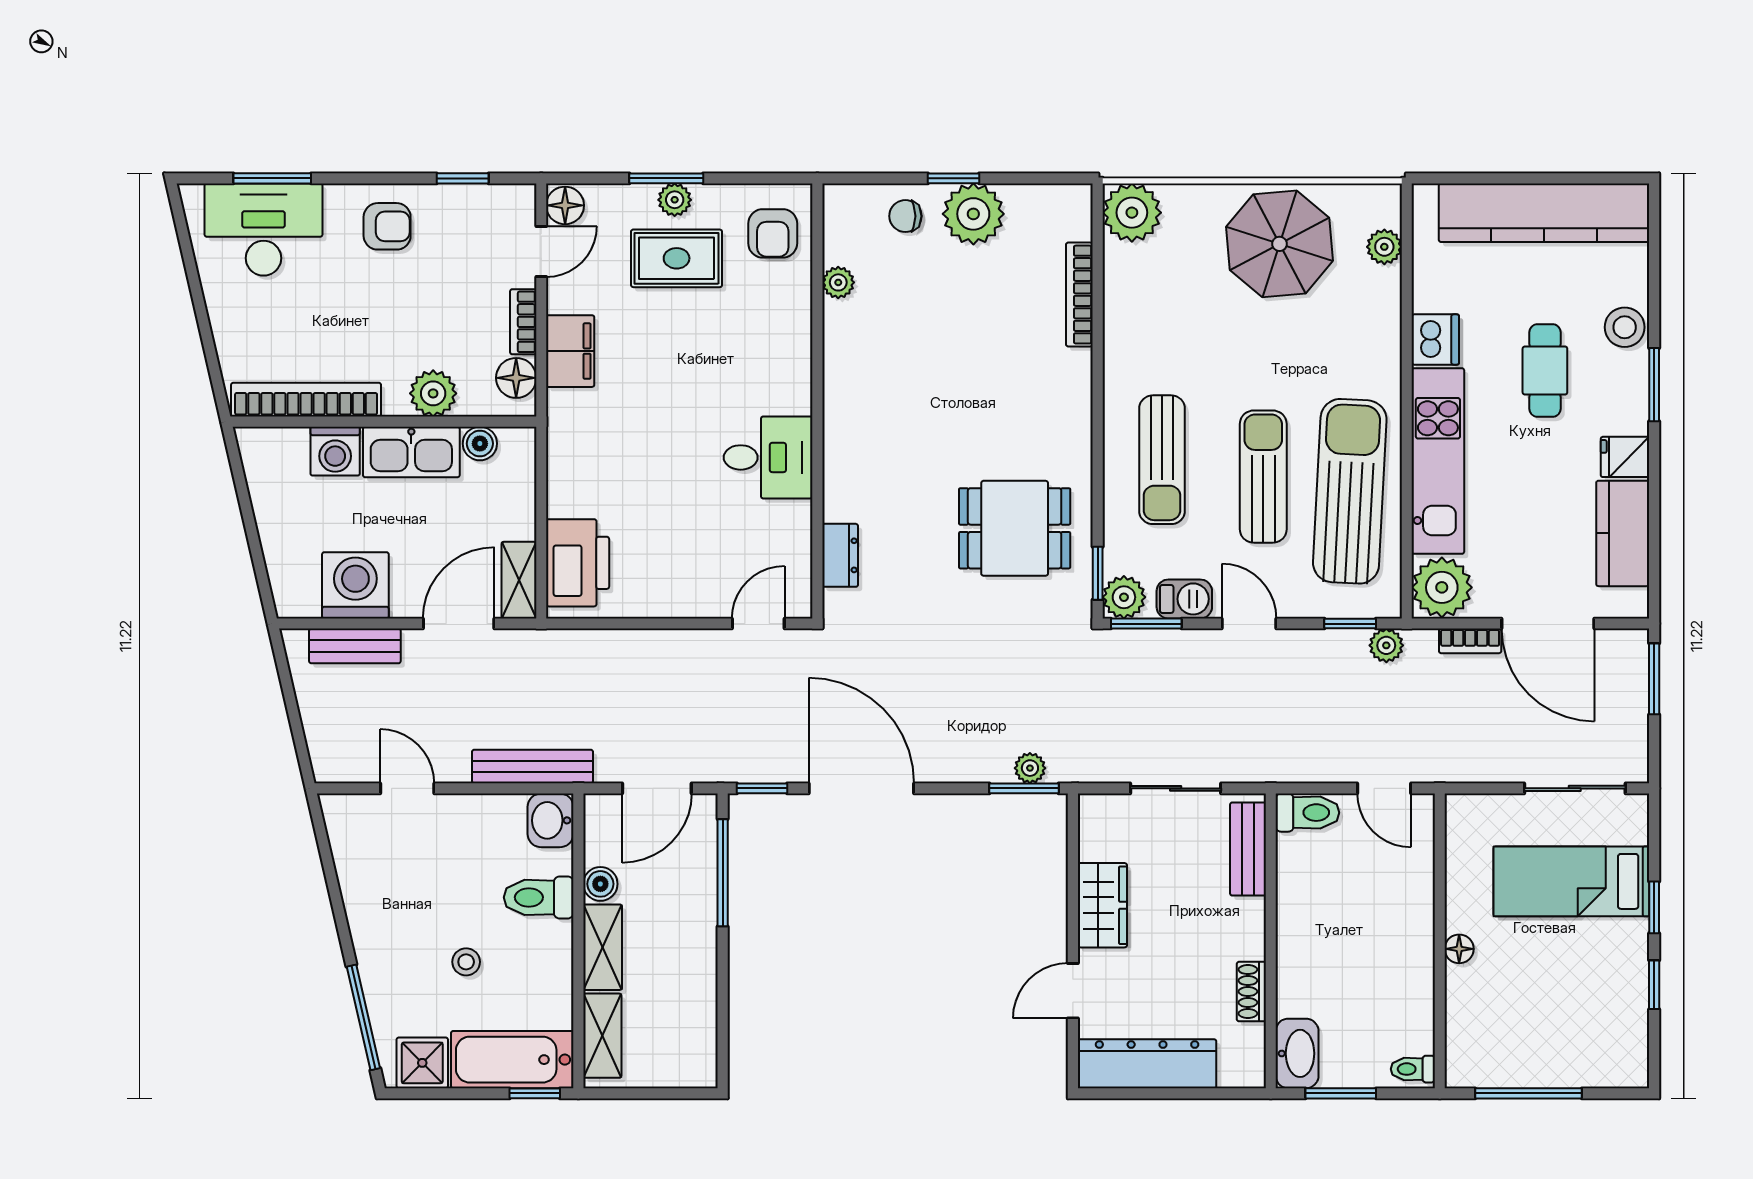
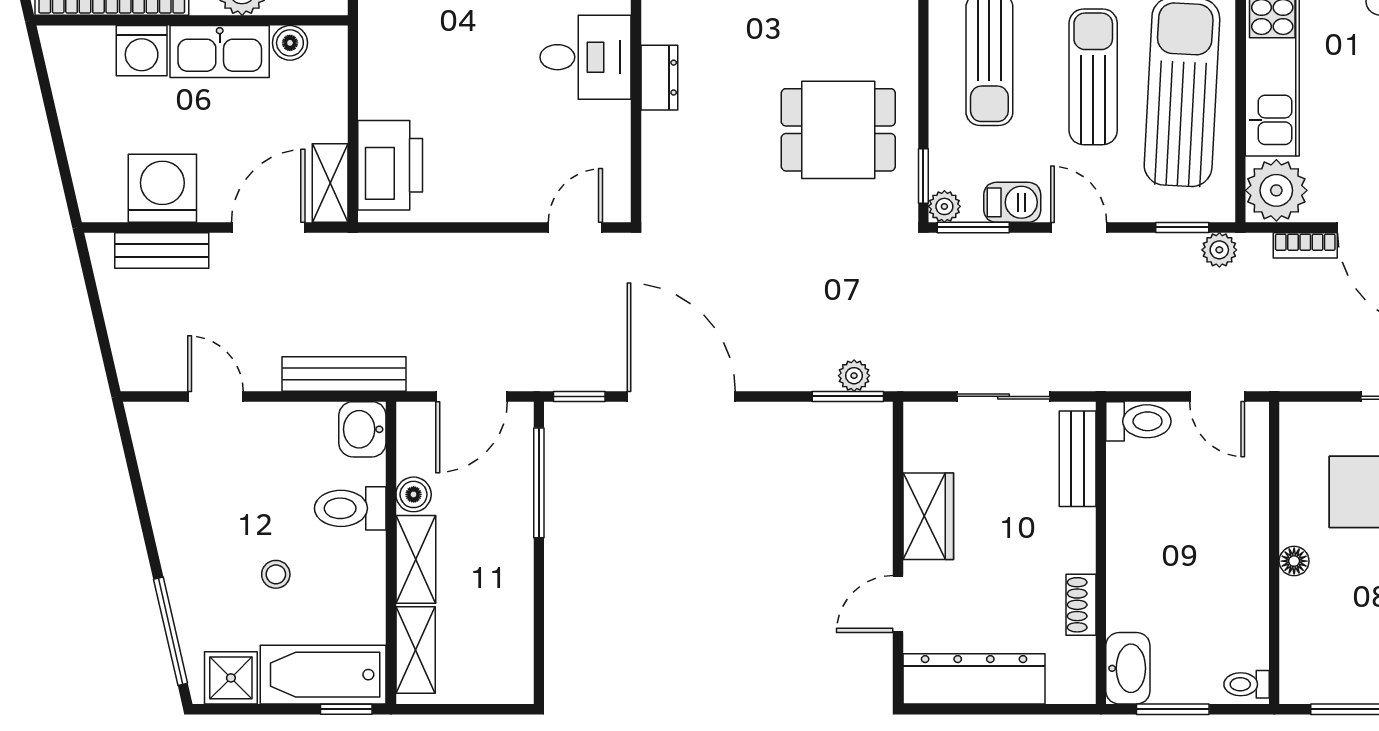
dresser: (840, 555) -> (659, 78), moved
plant: (1124, 597) -> (944, 206), width x0.73, depth x0.73

